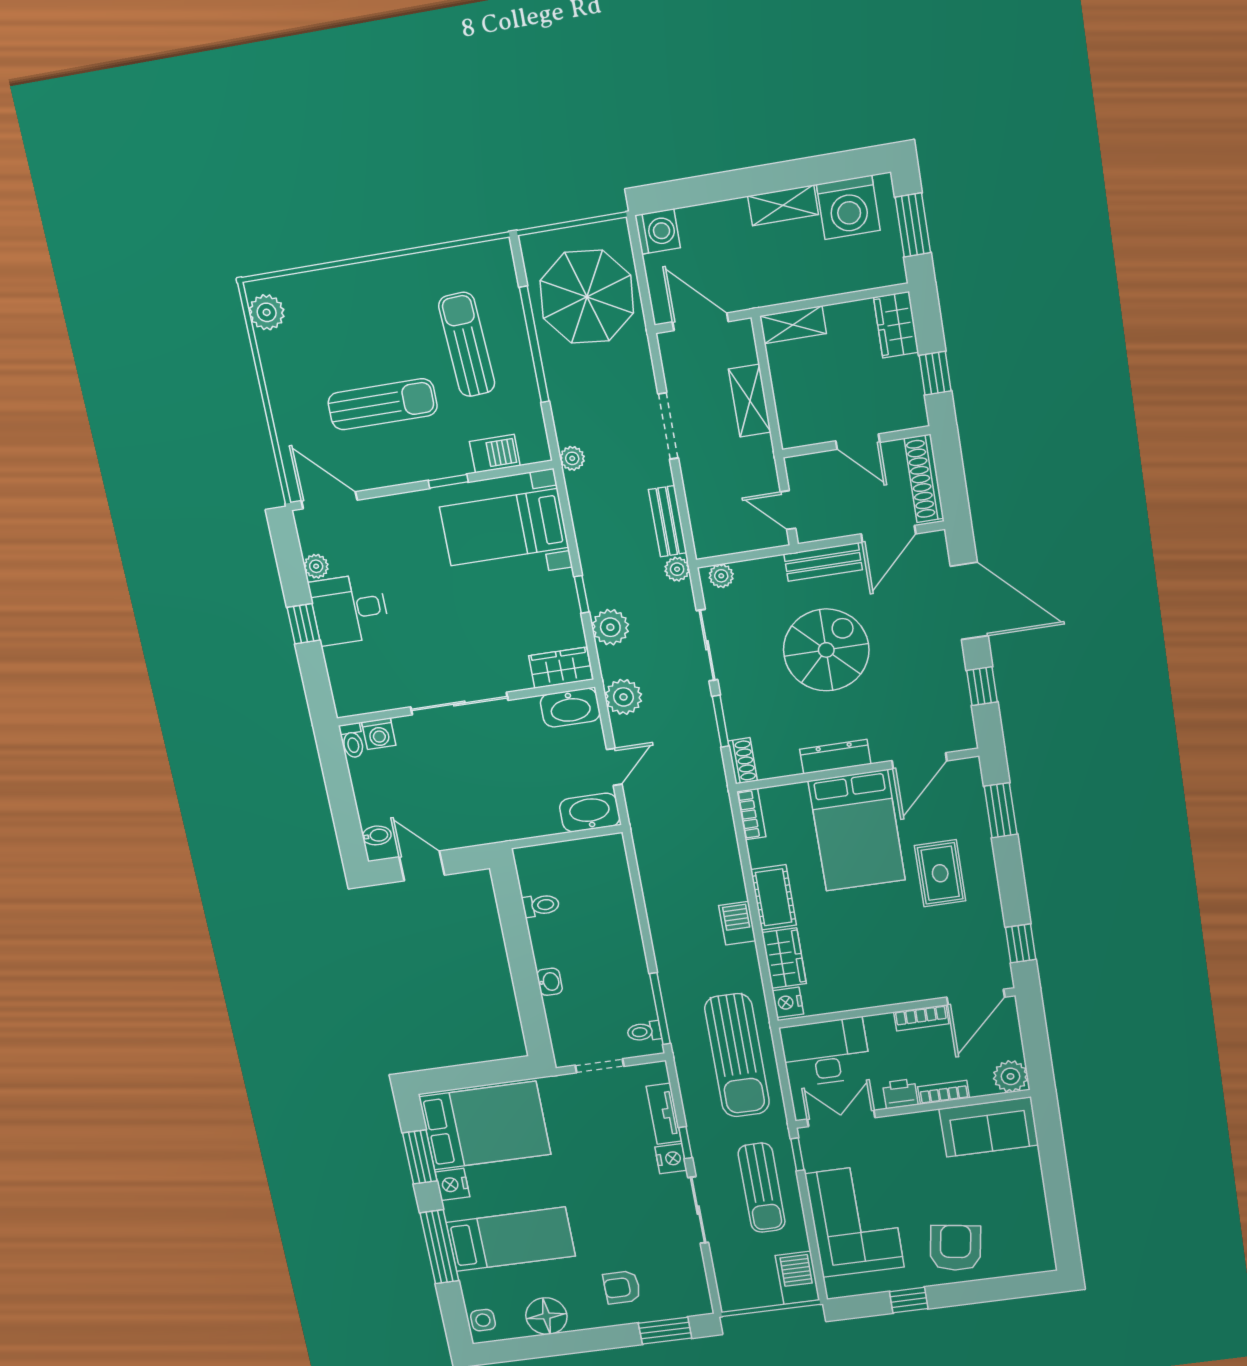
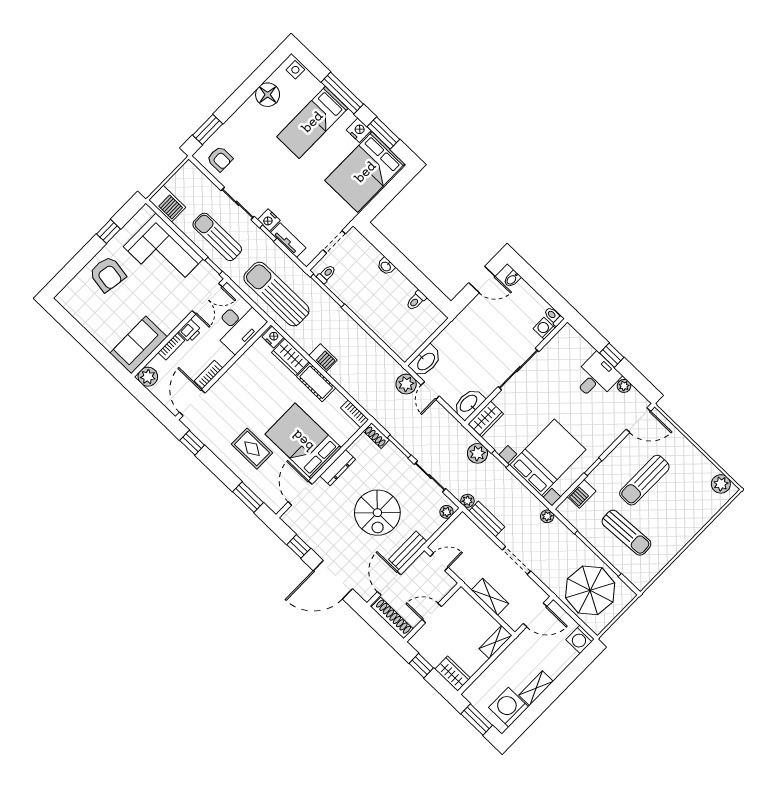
bed with nightstands: (504, 527) -> (548, 457), width x1.36
plant: (624, 697) -> (406, 384), moved
armchair: (622, 1287) -> (220, 159), moved, turned 90

